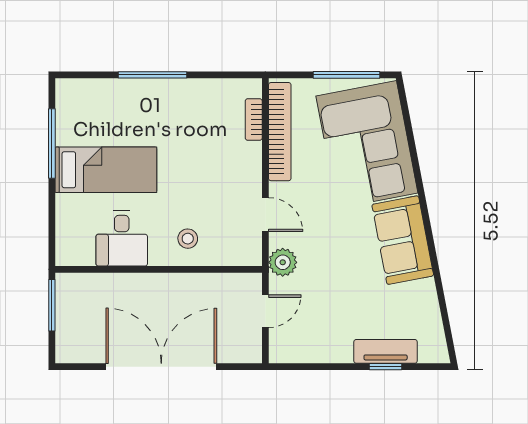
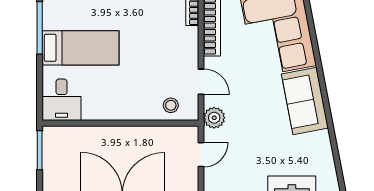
desk: (122, 238) -> (62, 100), moved
stool: (188, 239) -> (171, 105), moved

